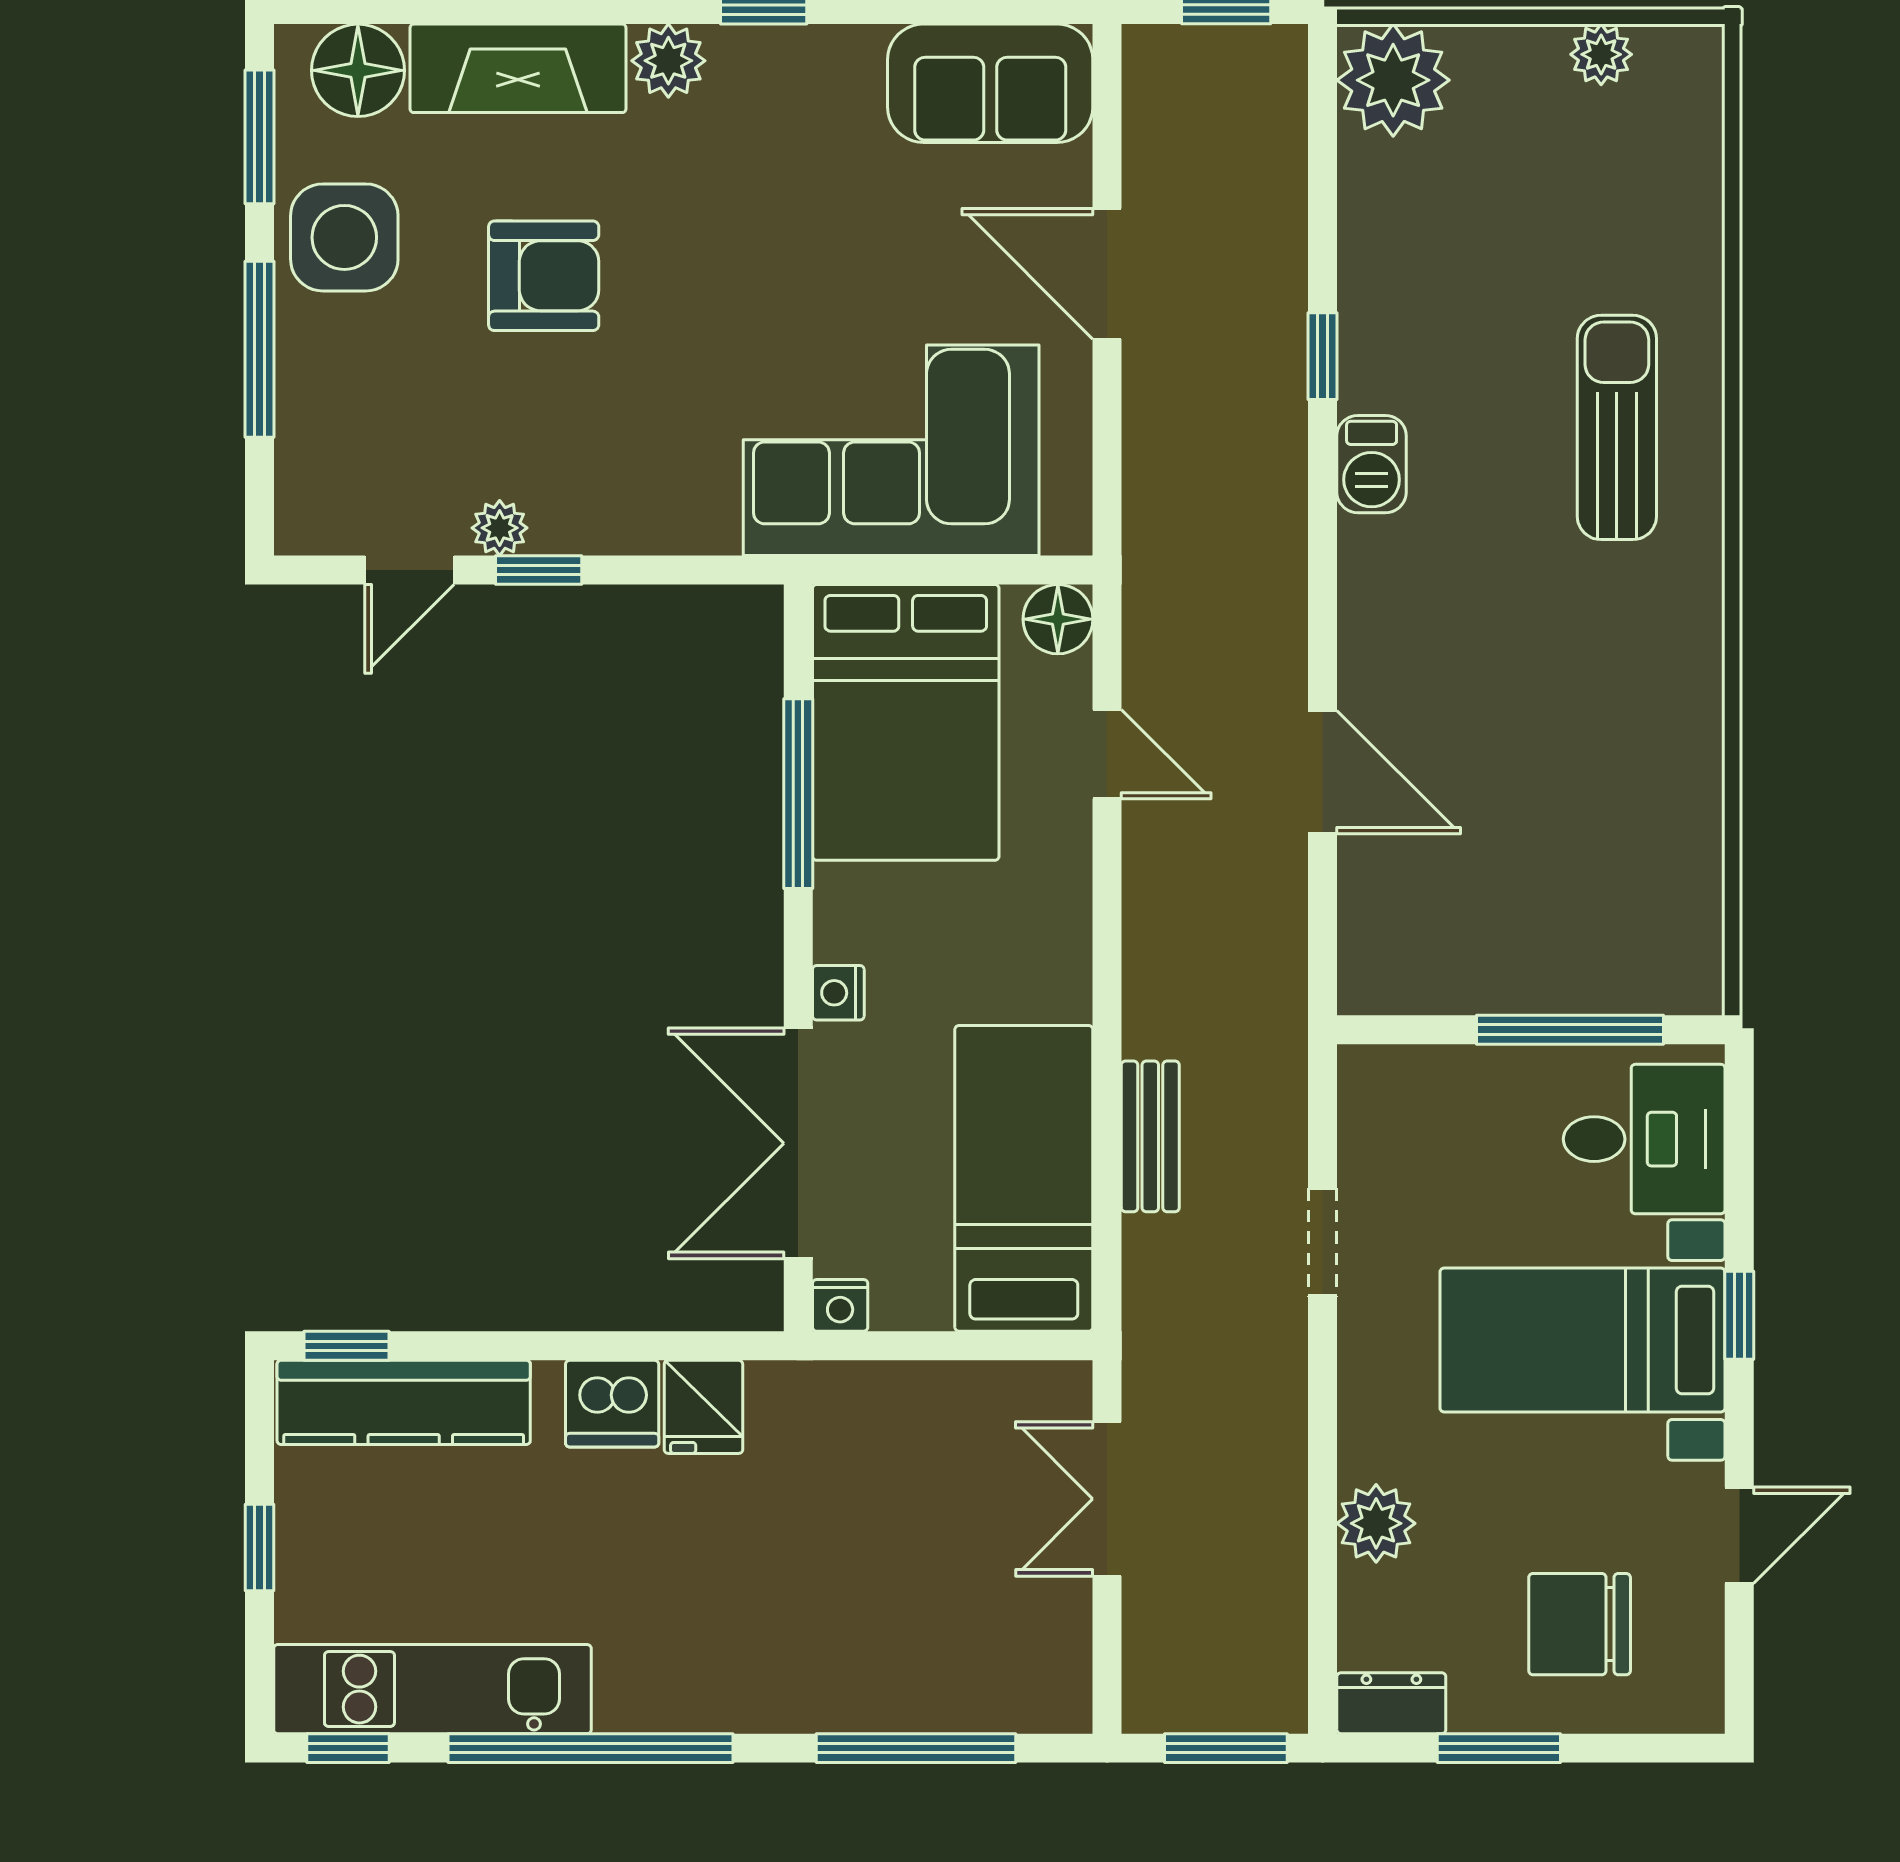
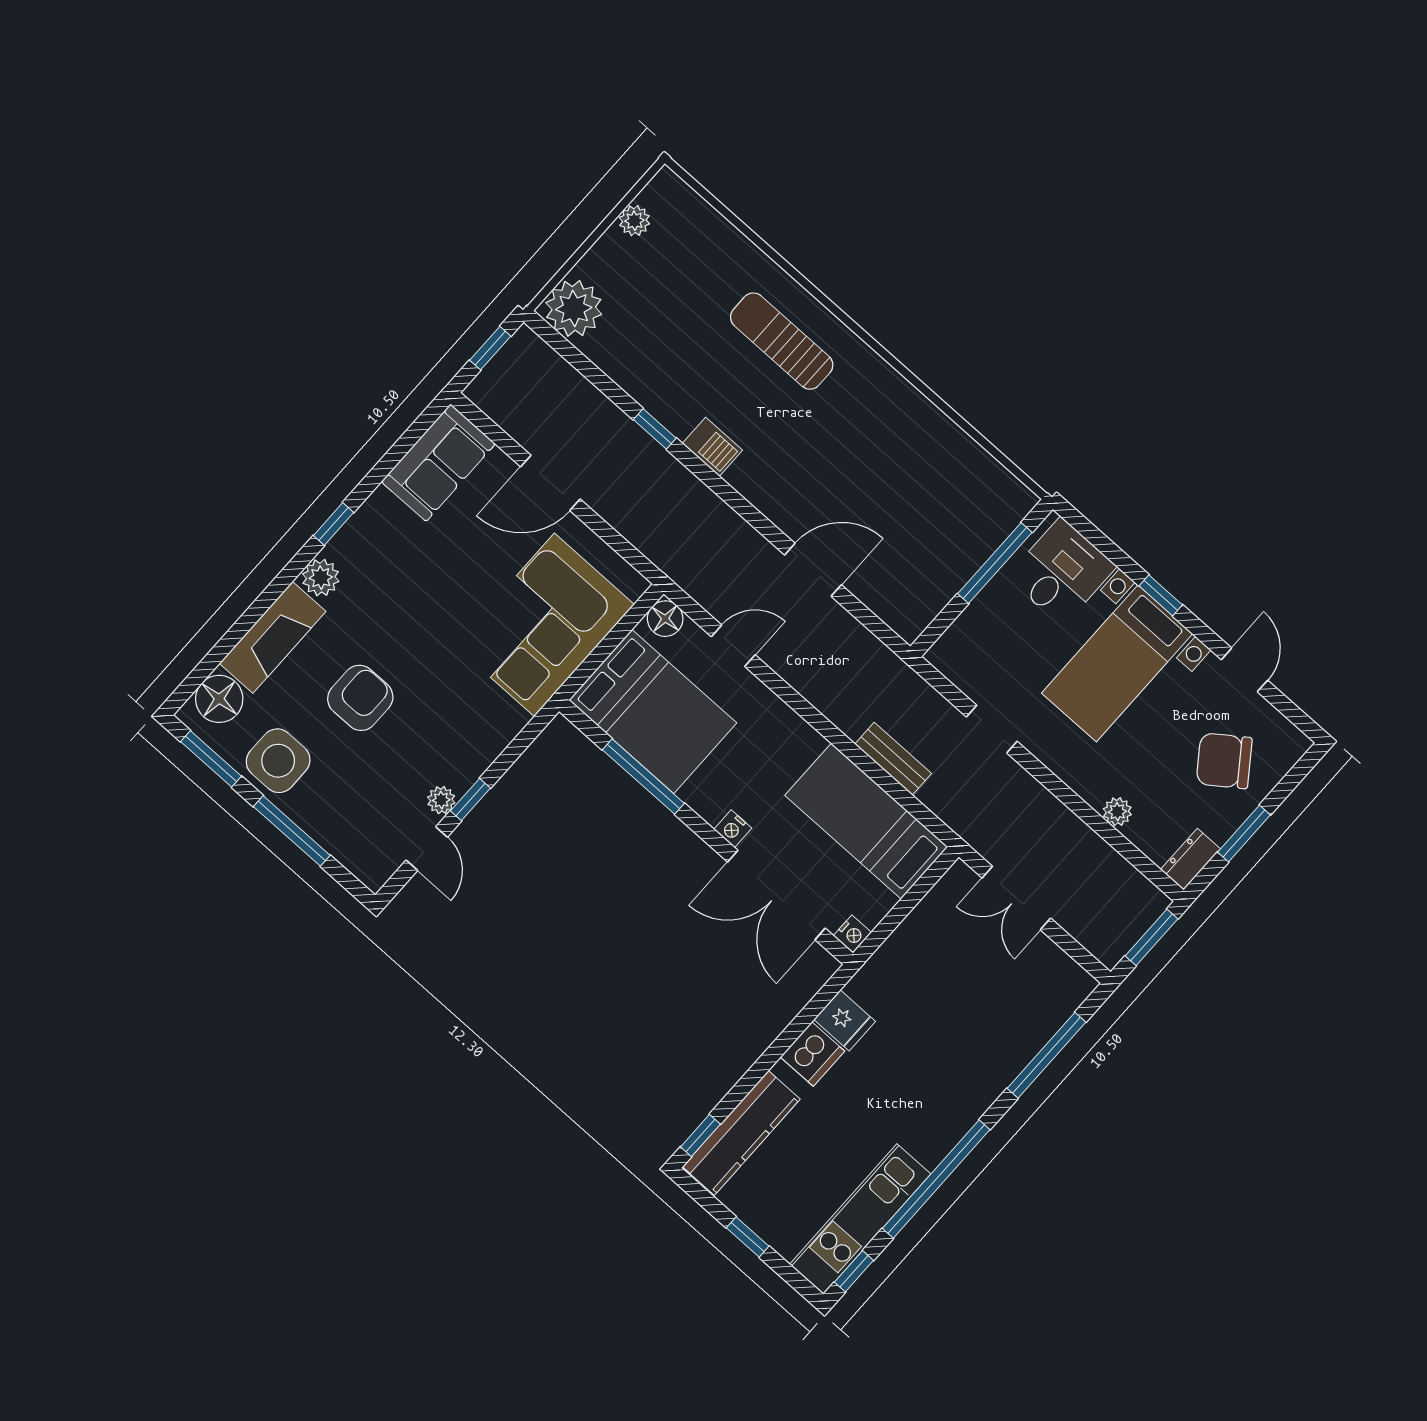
plant: (1376, 1523) -> (1117, 812), width x0.73, depth x0.73
chair: (1580, 1624) -> (1224, 761), turned 54

